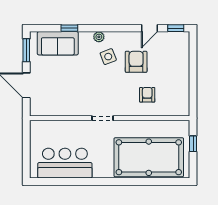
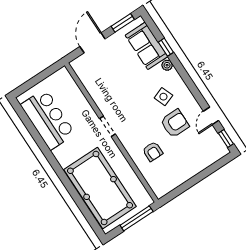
door: (149, 28) -> (211, 116), hinge flipped
plant: (99, 37) -> (167, 65), moved
armchair: (147, 95) -> (153, 152), turned 90
window: (193, 144) -> (137, 218), width x2.17

